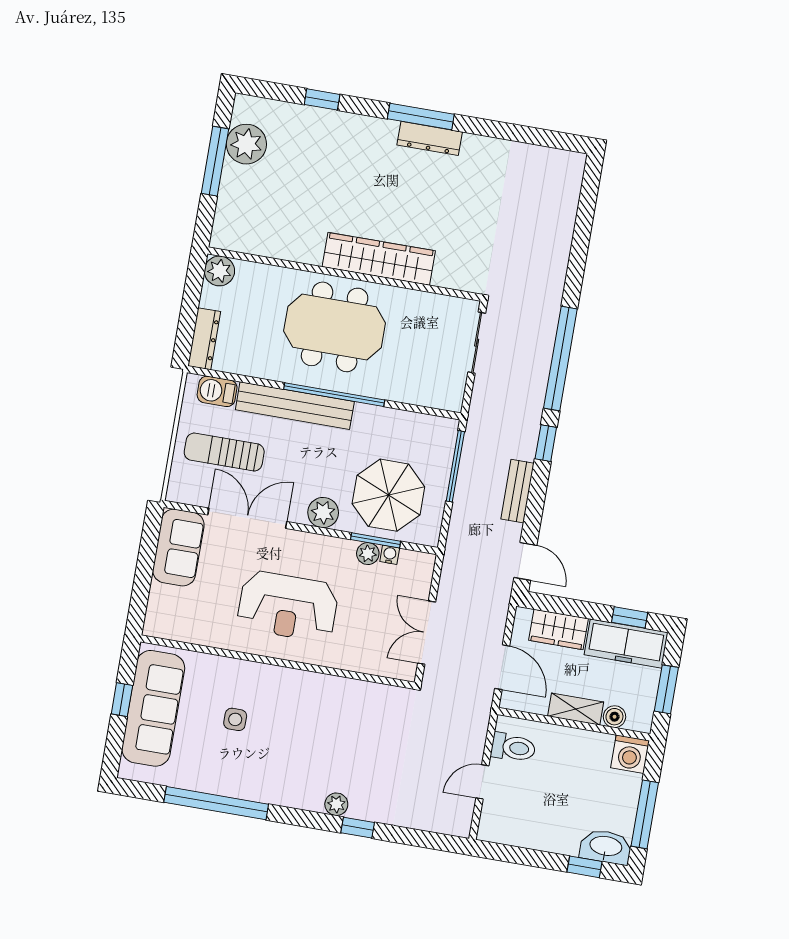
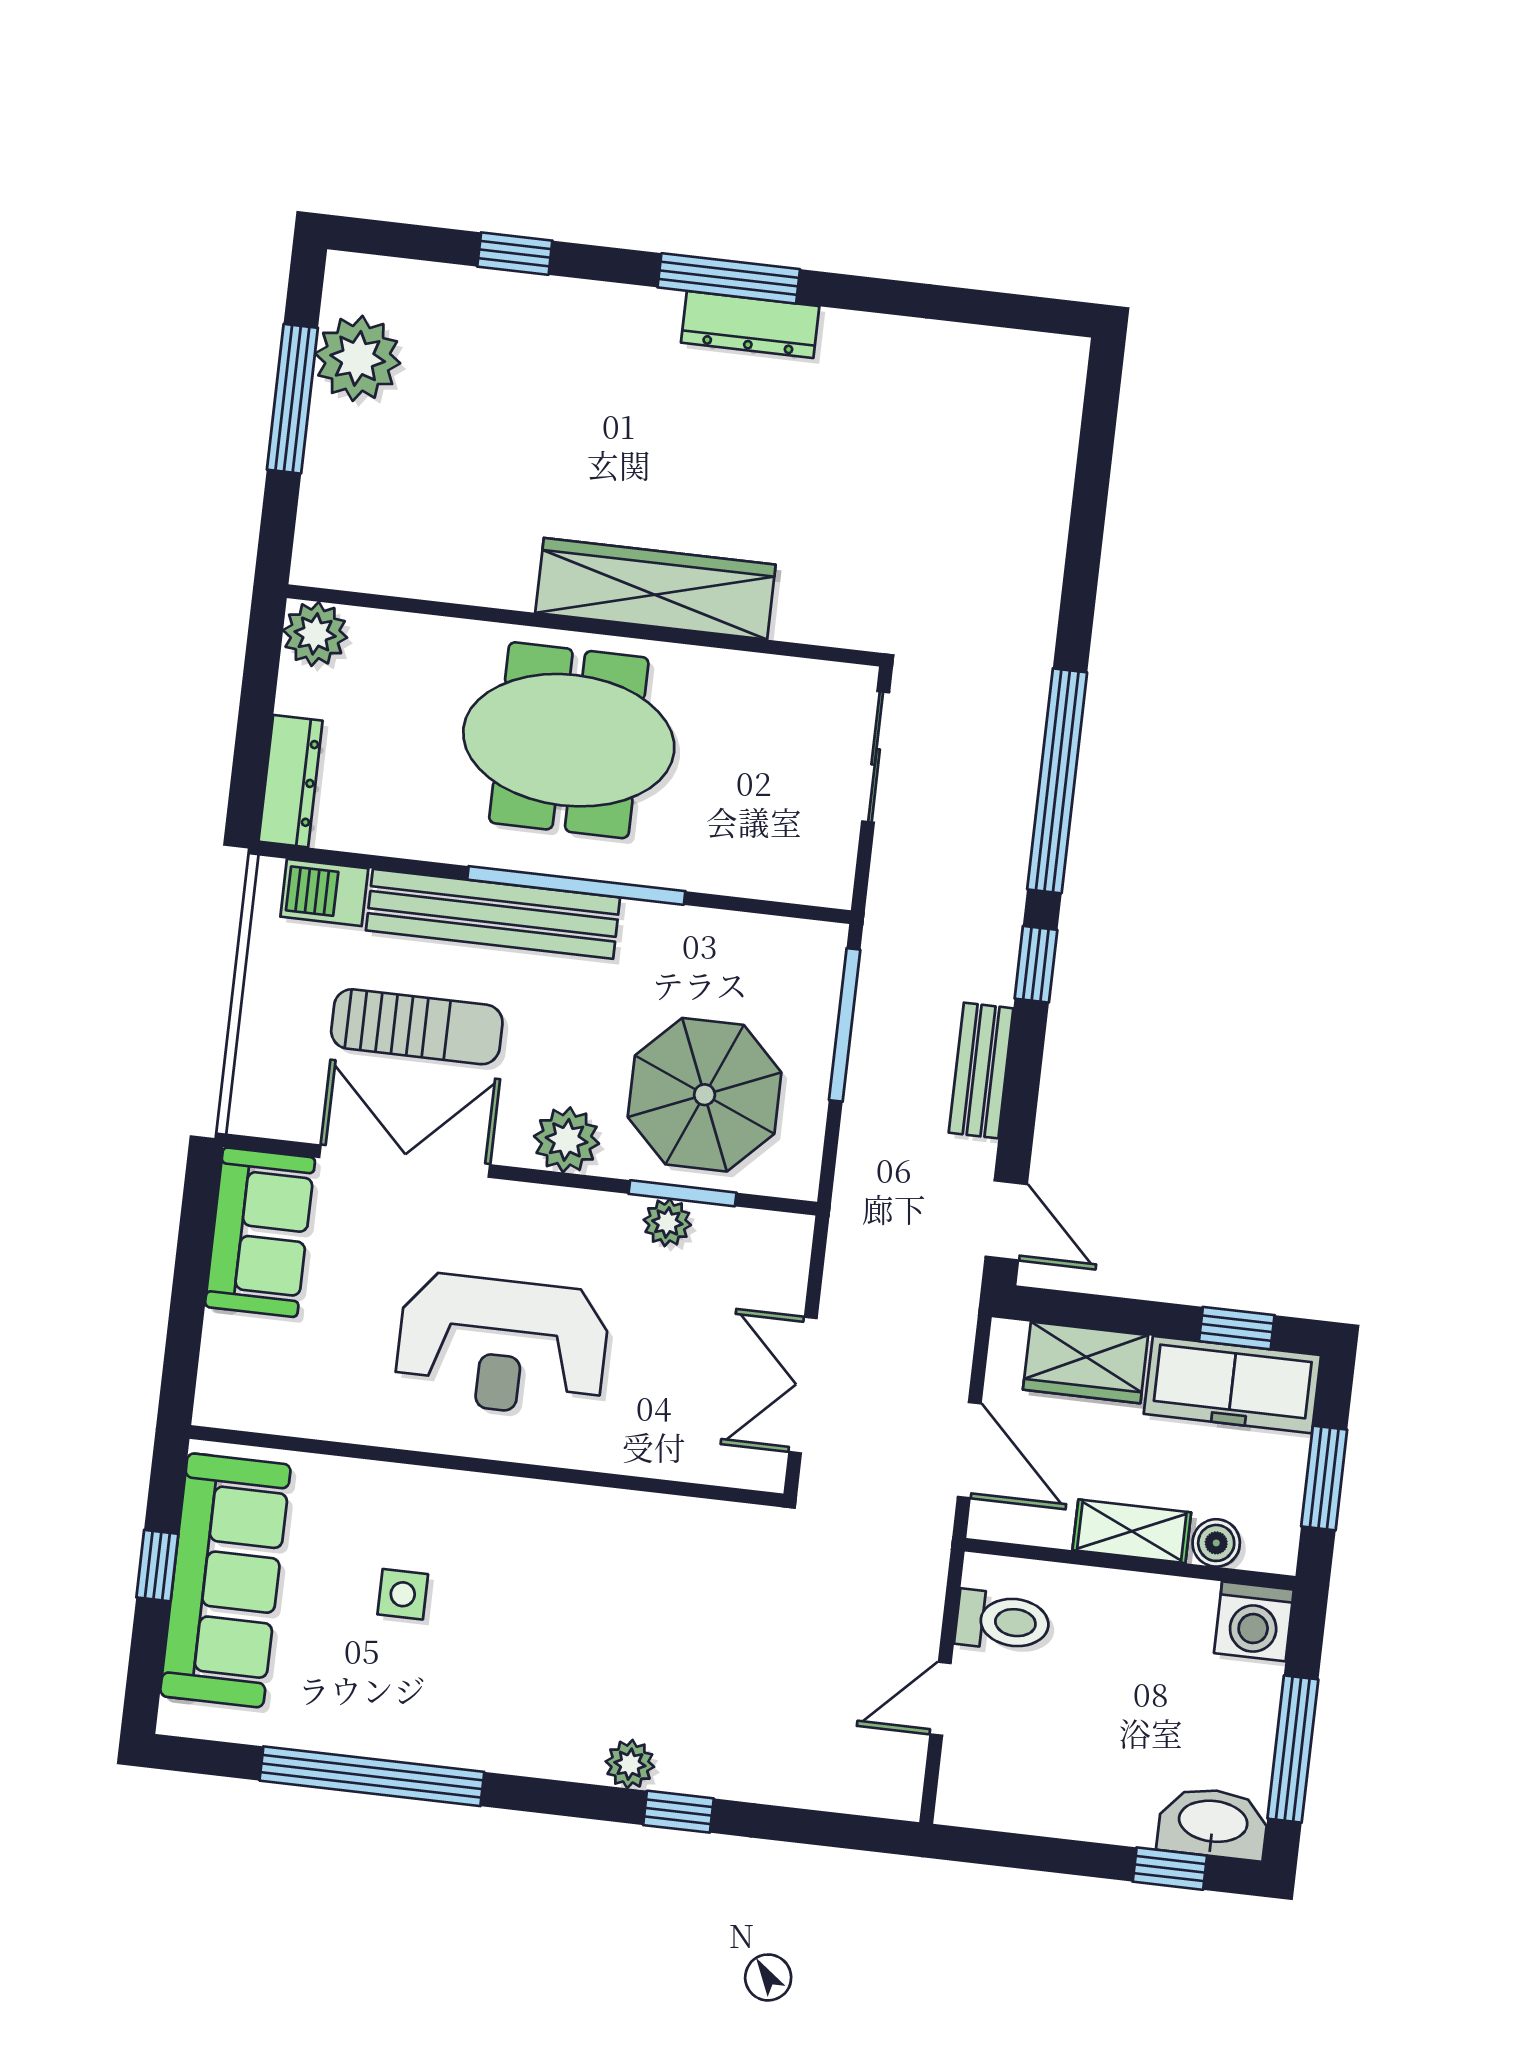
sun lounger: (224, 452) -> (417, 1027), moved, turned 180
water cooler: (390, 555) -> (714, 1222), removed

